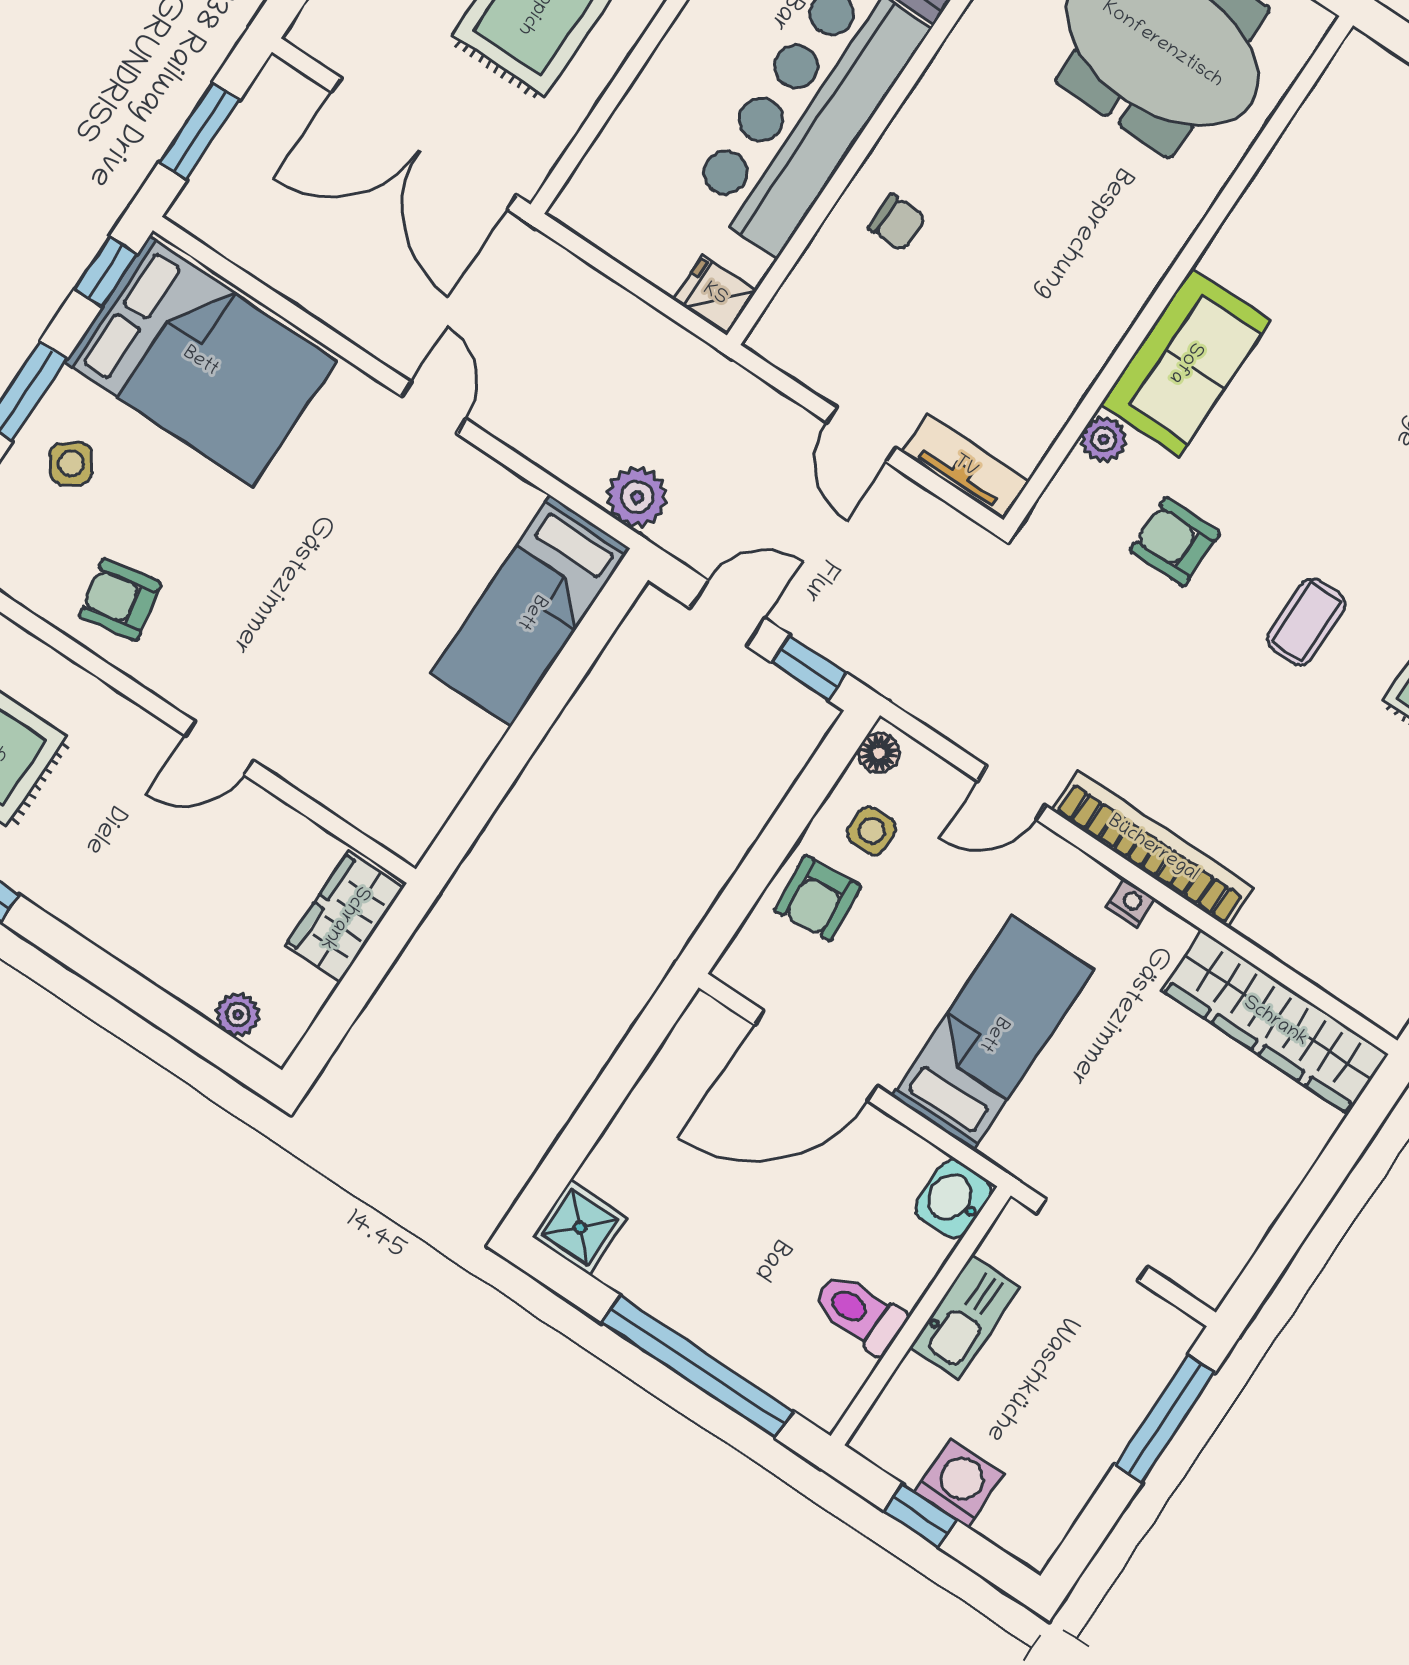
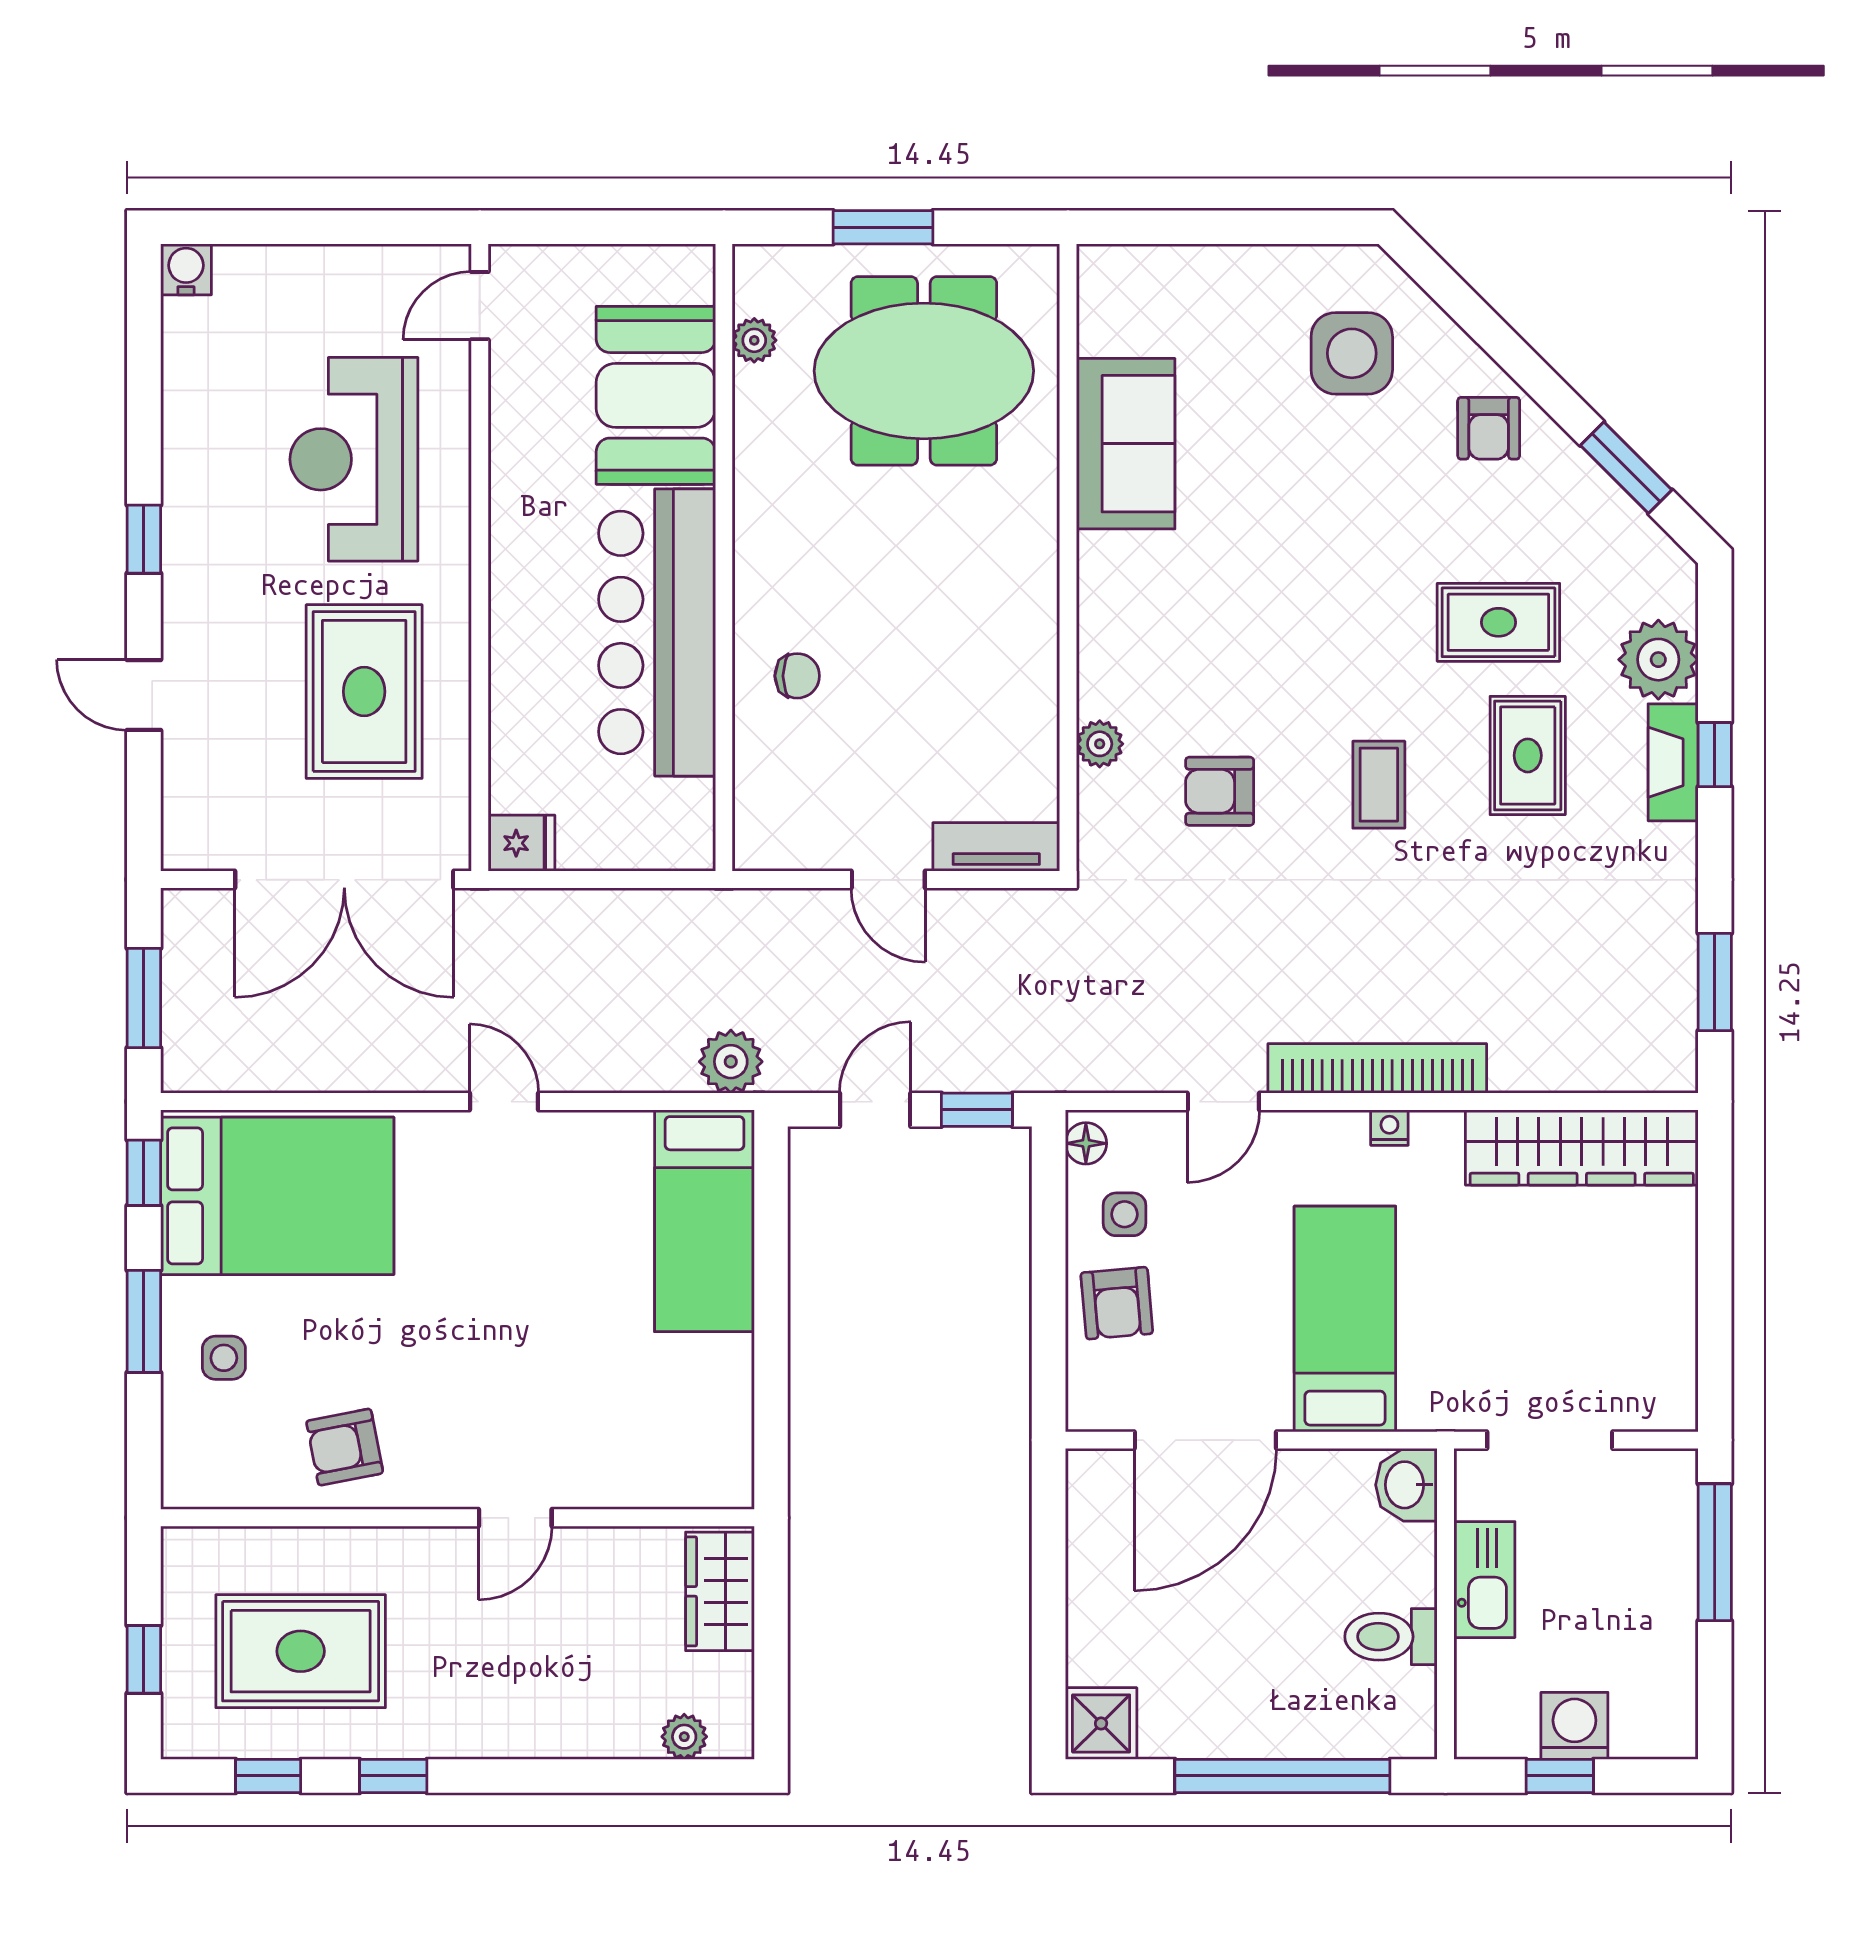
fridge: (715, 295) -> (521, 843), moved, turned 180
sofa: (1185, 362) -> (1126, 444), moved
side table: (71, 463) -> (224, 1358), turned 36

